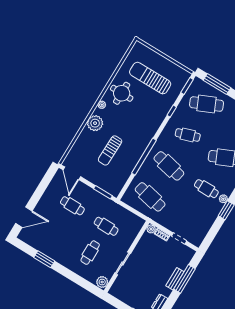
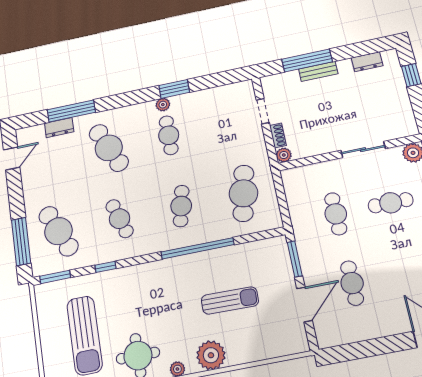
cafe table: (169, 166) -> (181, 206), width x0.73, depth x0.74
door: (72, 173) -> (305, 304), moved

